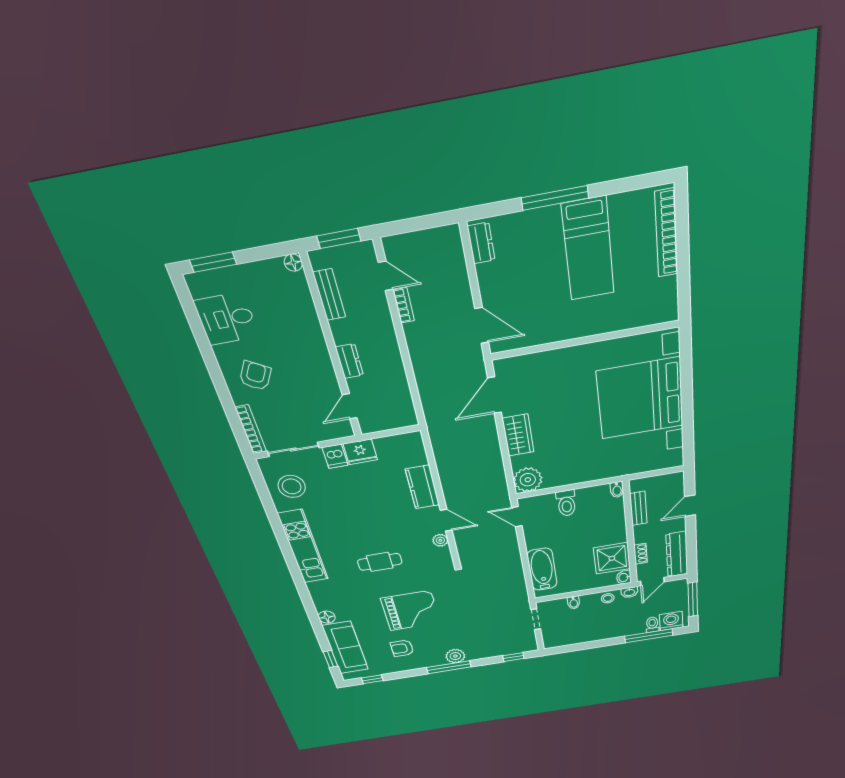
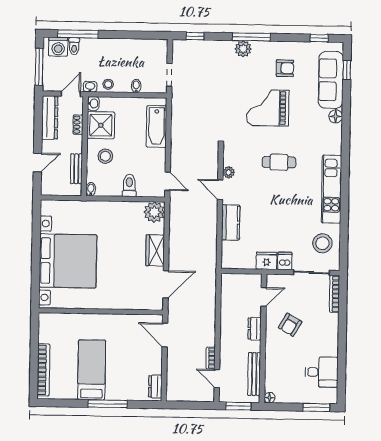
bench: (329, 295) -> (254, 374), width x1.36
armchair: (255, 376) -> (290, 325), moved
stool: (602, 528) -> (105, 156), added

